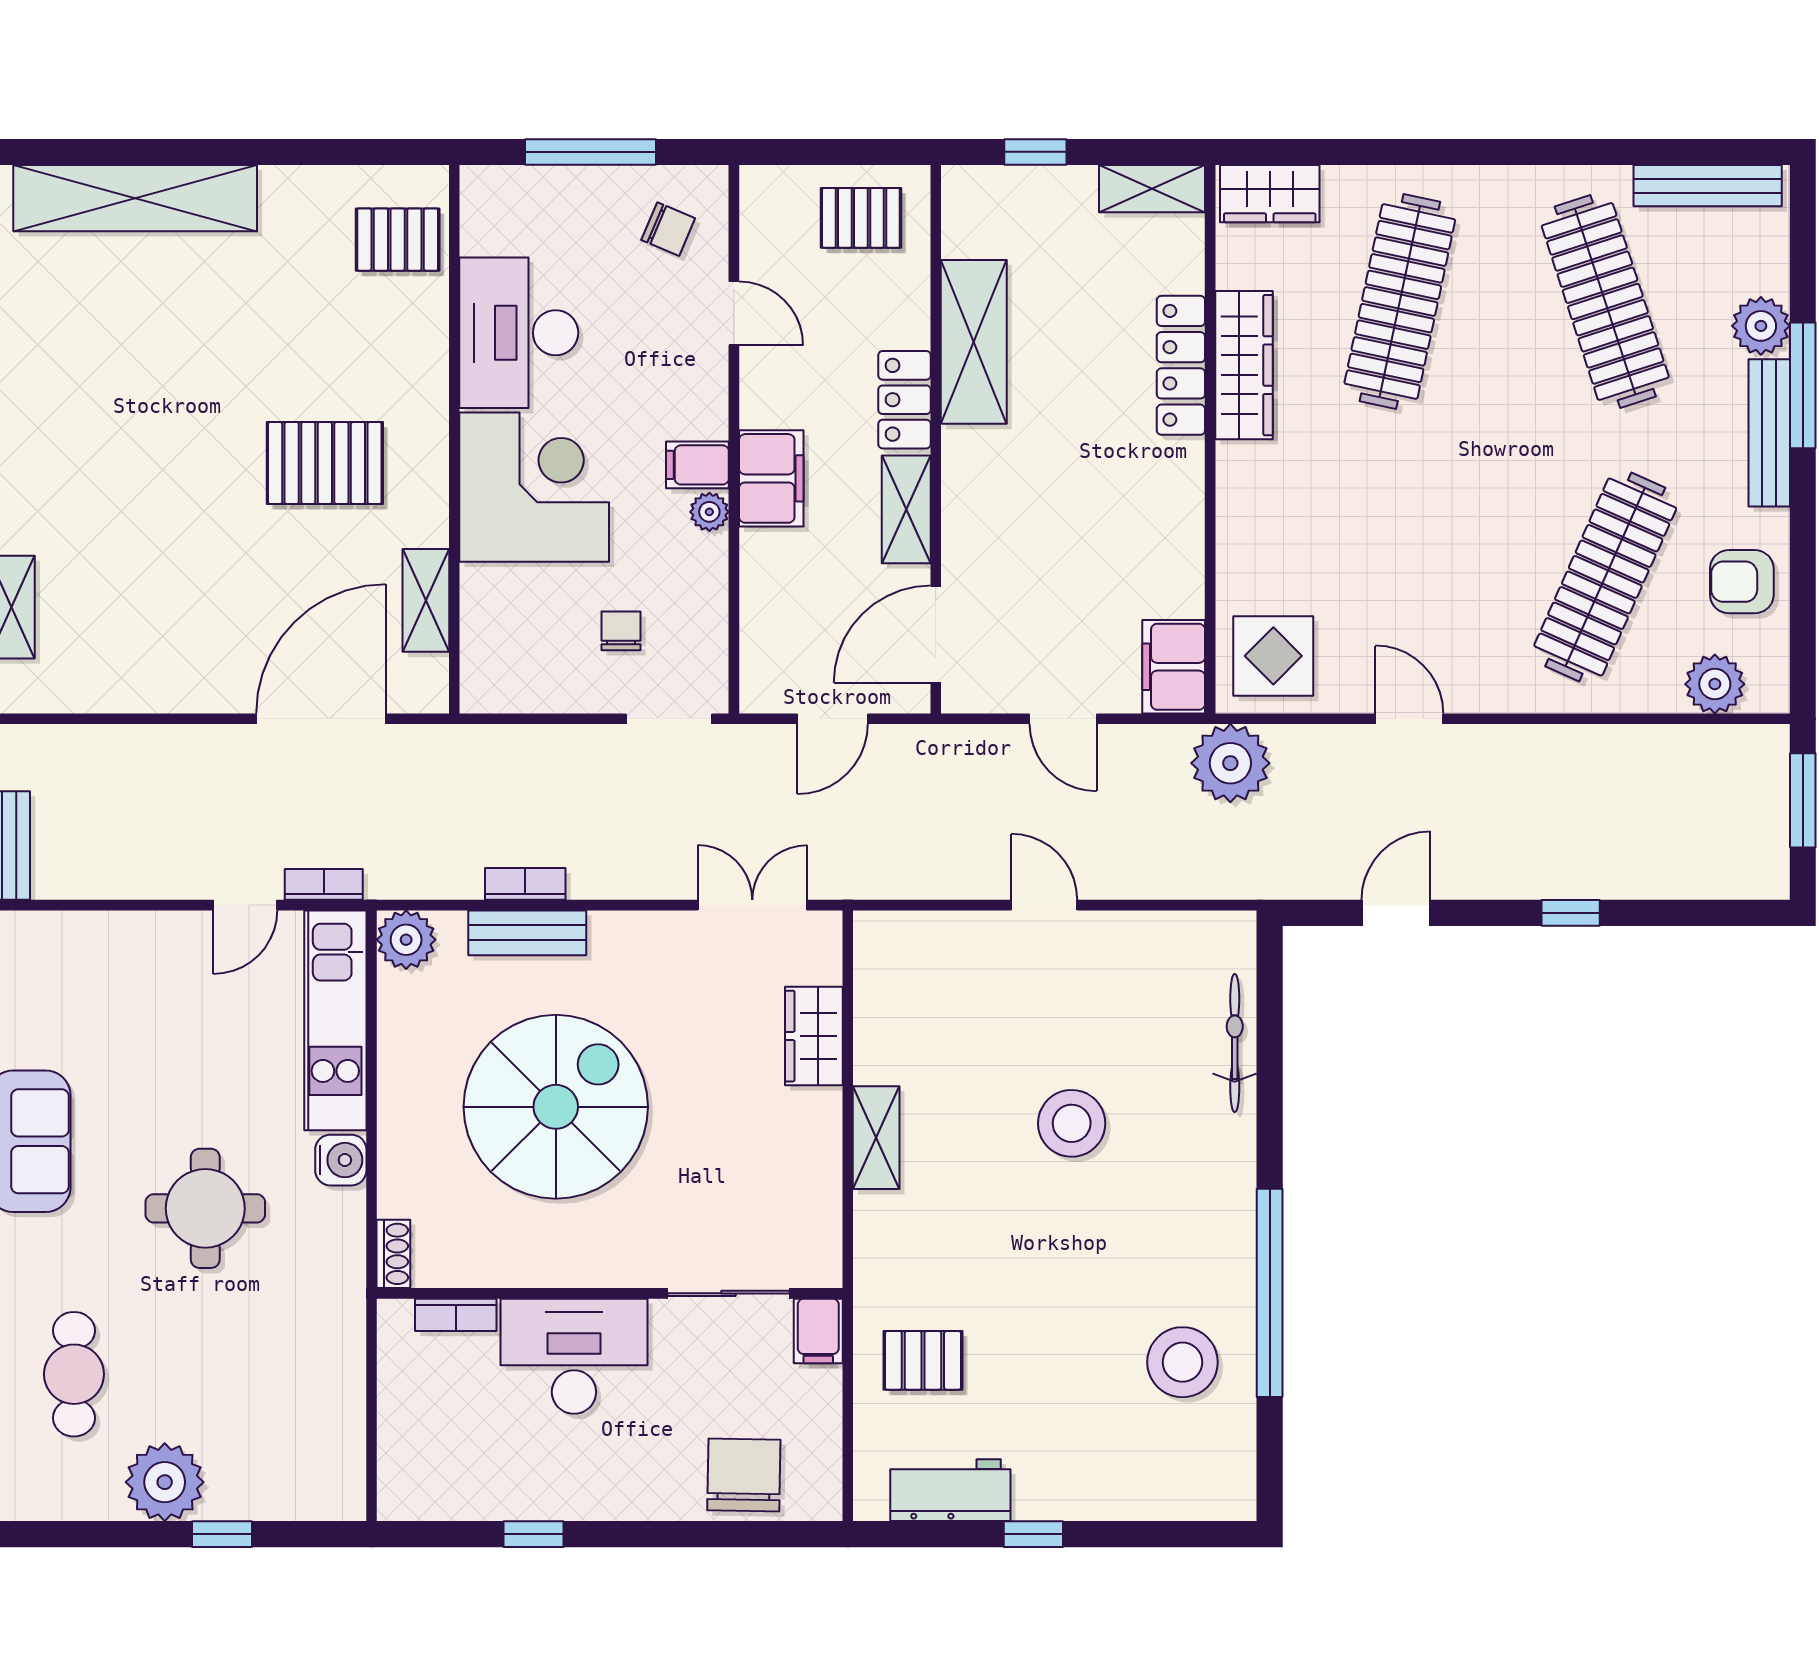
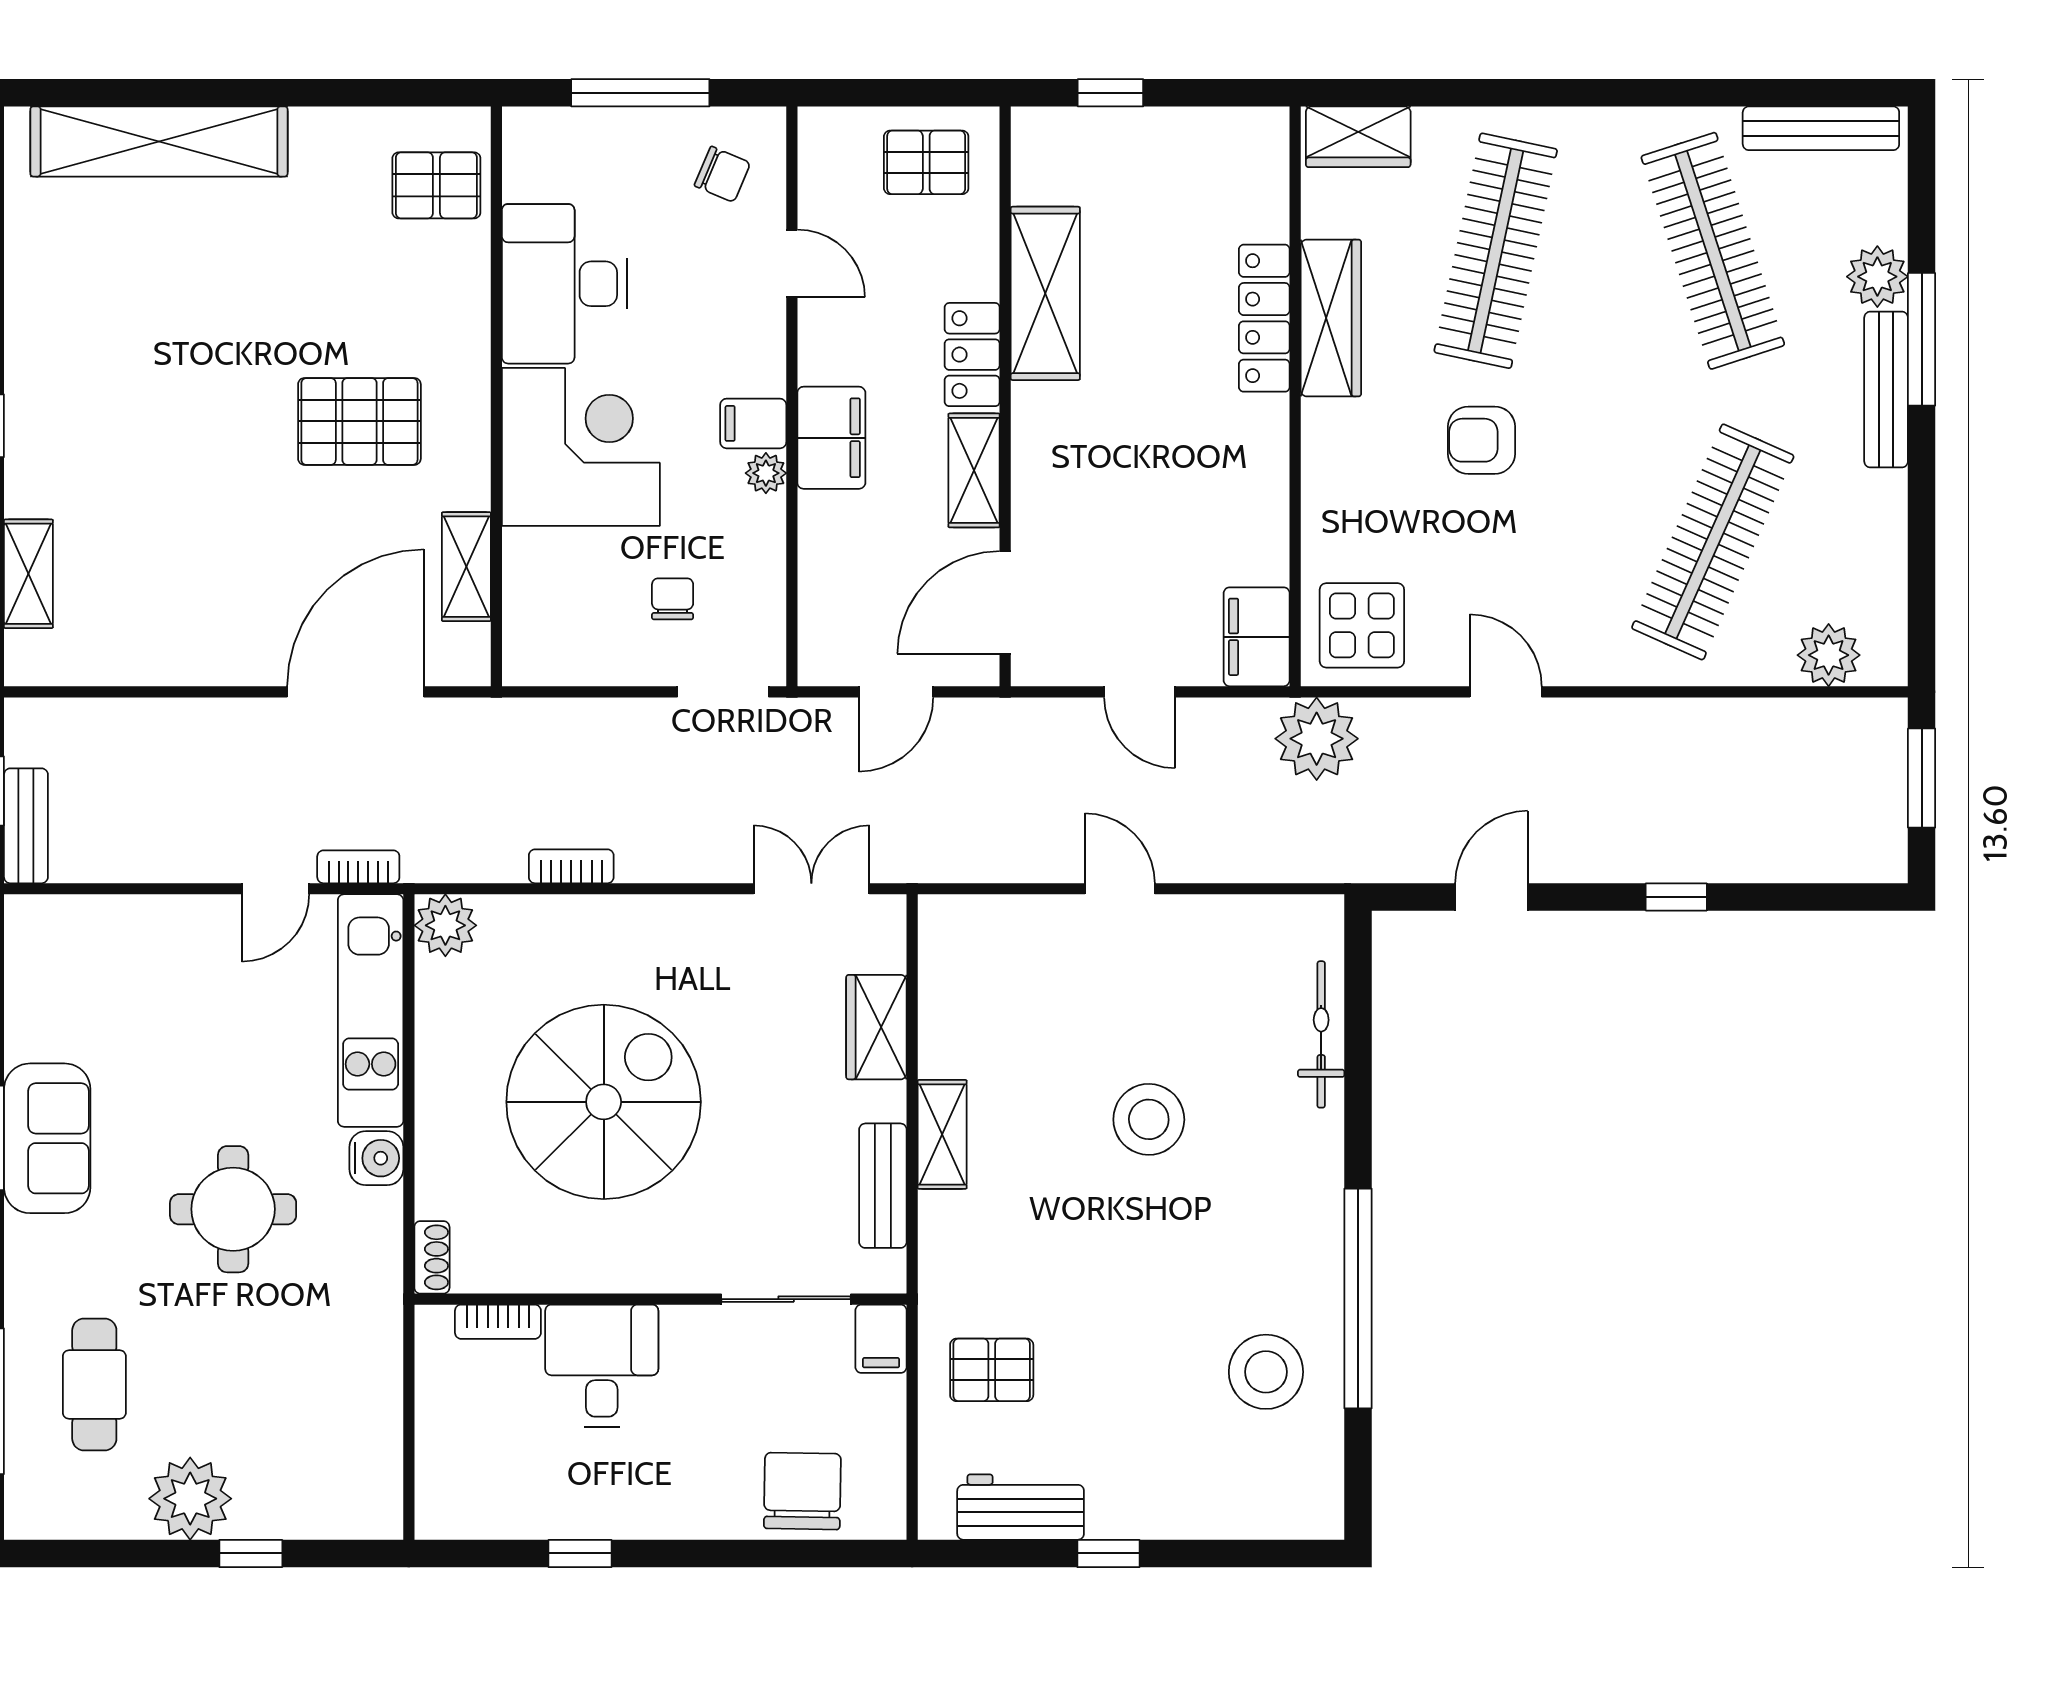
shelving: (1152, 189) -> (1234, 132), removed
armchair: (1742, 582) -> (1481, 440), moved
bench: (527, 933) -> (883, 1186), moved, turned 90
desk: (574, 1356) -> (602, 1366), width x0.73

